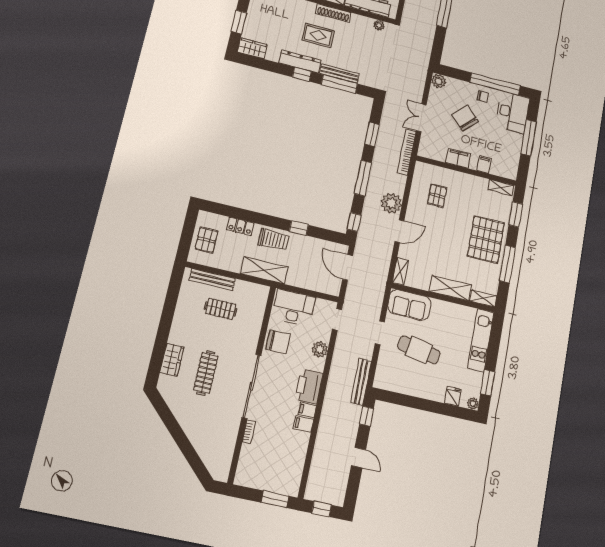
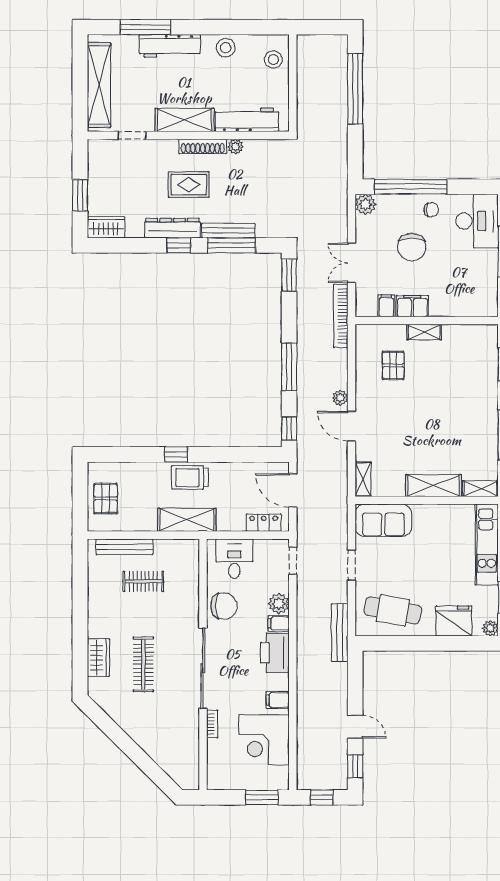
plant: (379, 25) -> (236, 147), moved
window: (495, 84) -> (411, 187), moved
chair: (465, 118) -> (412, 247), turned -135
window: (372, 134) -> (289, 275), moved
filing cabinet: (484, 165) -> (386, 306), moved
shelving: (501, 187) -> (424, 332), moved
plant: (391, 203) -> (340, 398), width x0.53, depth x0.53
locker: (240, 226) -> (264, 523), moved, turned 180
window: (299, 228) -> (176, 454), moved
door: (399, 231) -> (351, 426), swing flipped
pallet: (486, 239) -> (470, 409), removed
trolley: (274, 240) -> (190, 477), turned 180
desk: (294, 308) -> (234, 559), width x0.73
cafe table: (419, 350) -> (393, 610), moved
fridge: (453, 396) -> (454, 621), width x1.88, depth x1.34
filing cabinet: (307, 410) -> (279, 623), moved
window: (367, 416) -> (355, 766), moved
corner desk: (286, 453) -> (264, 740), added

